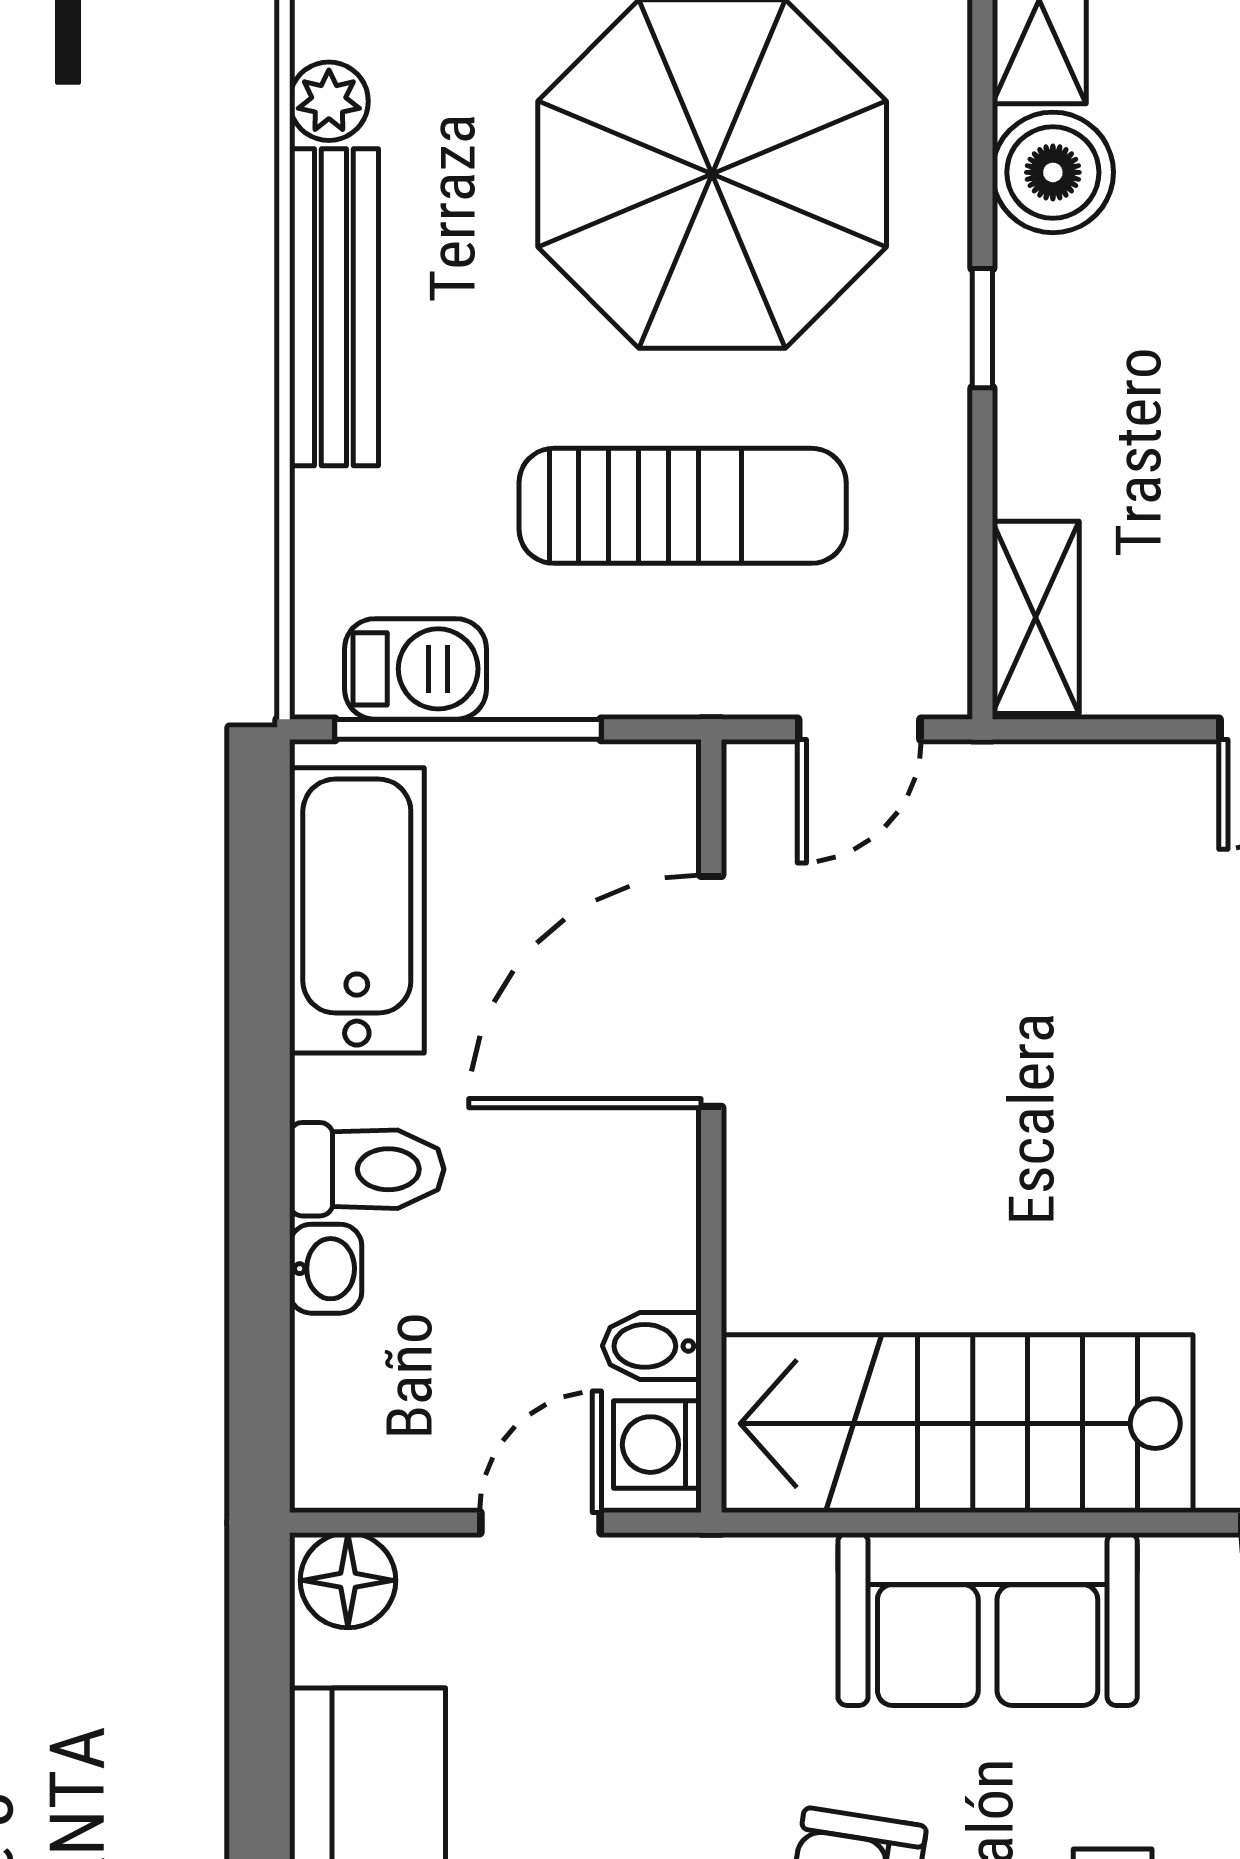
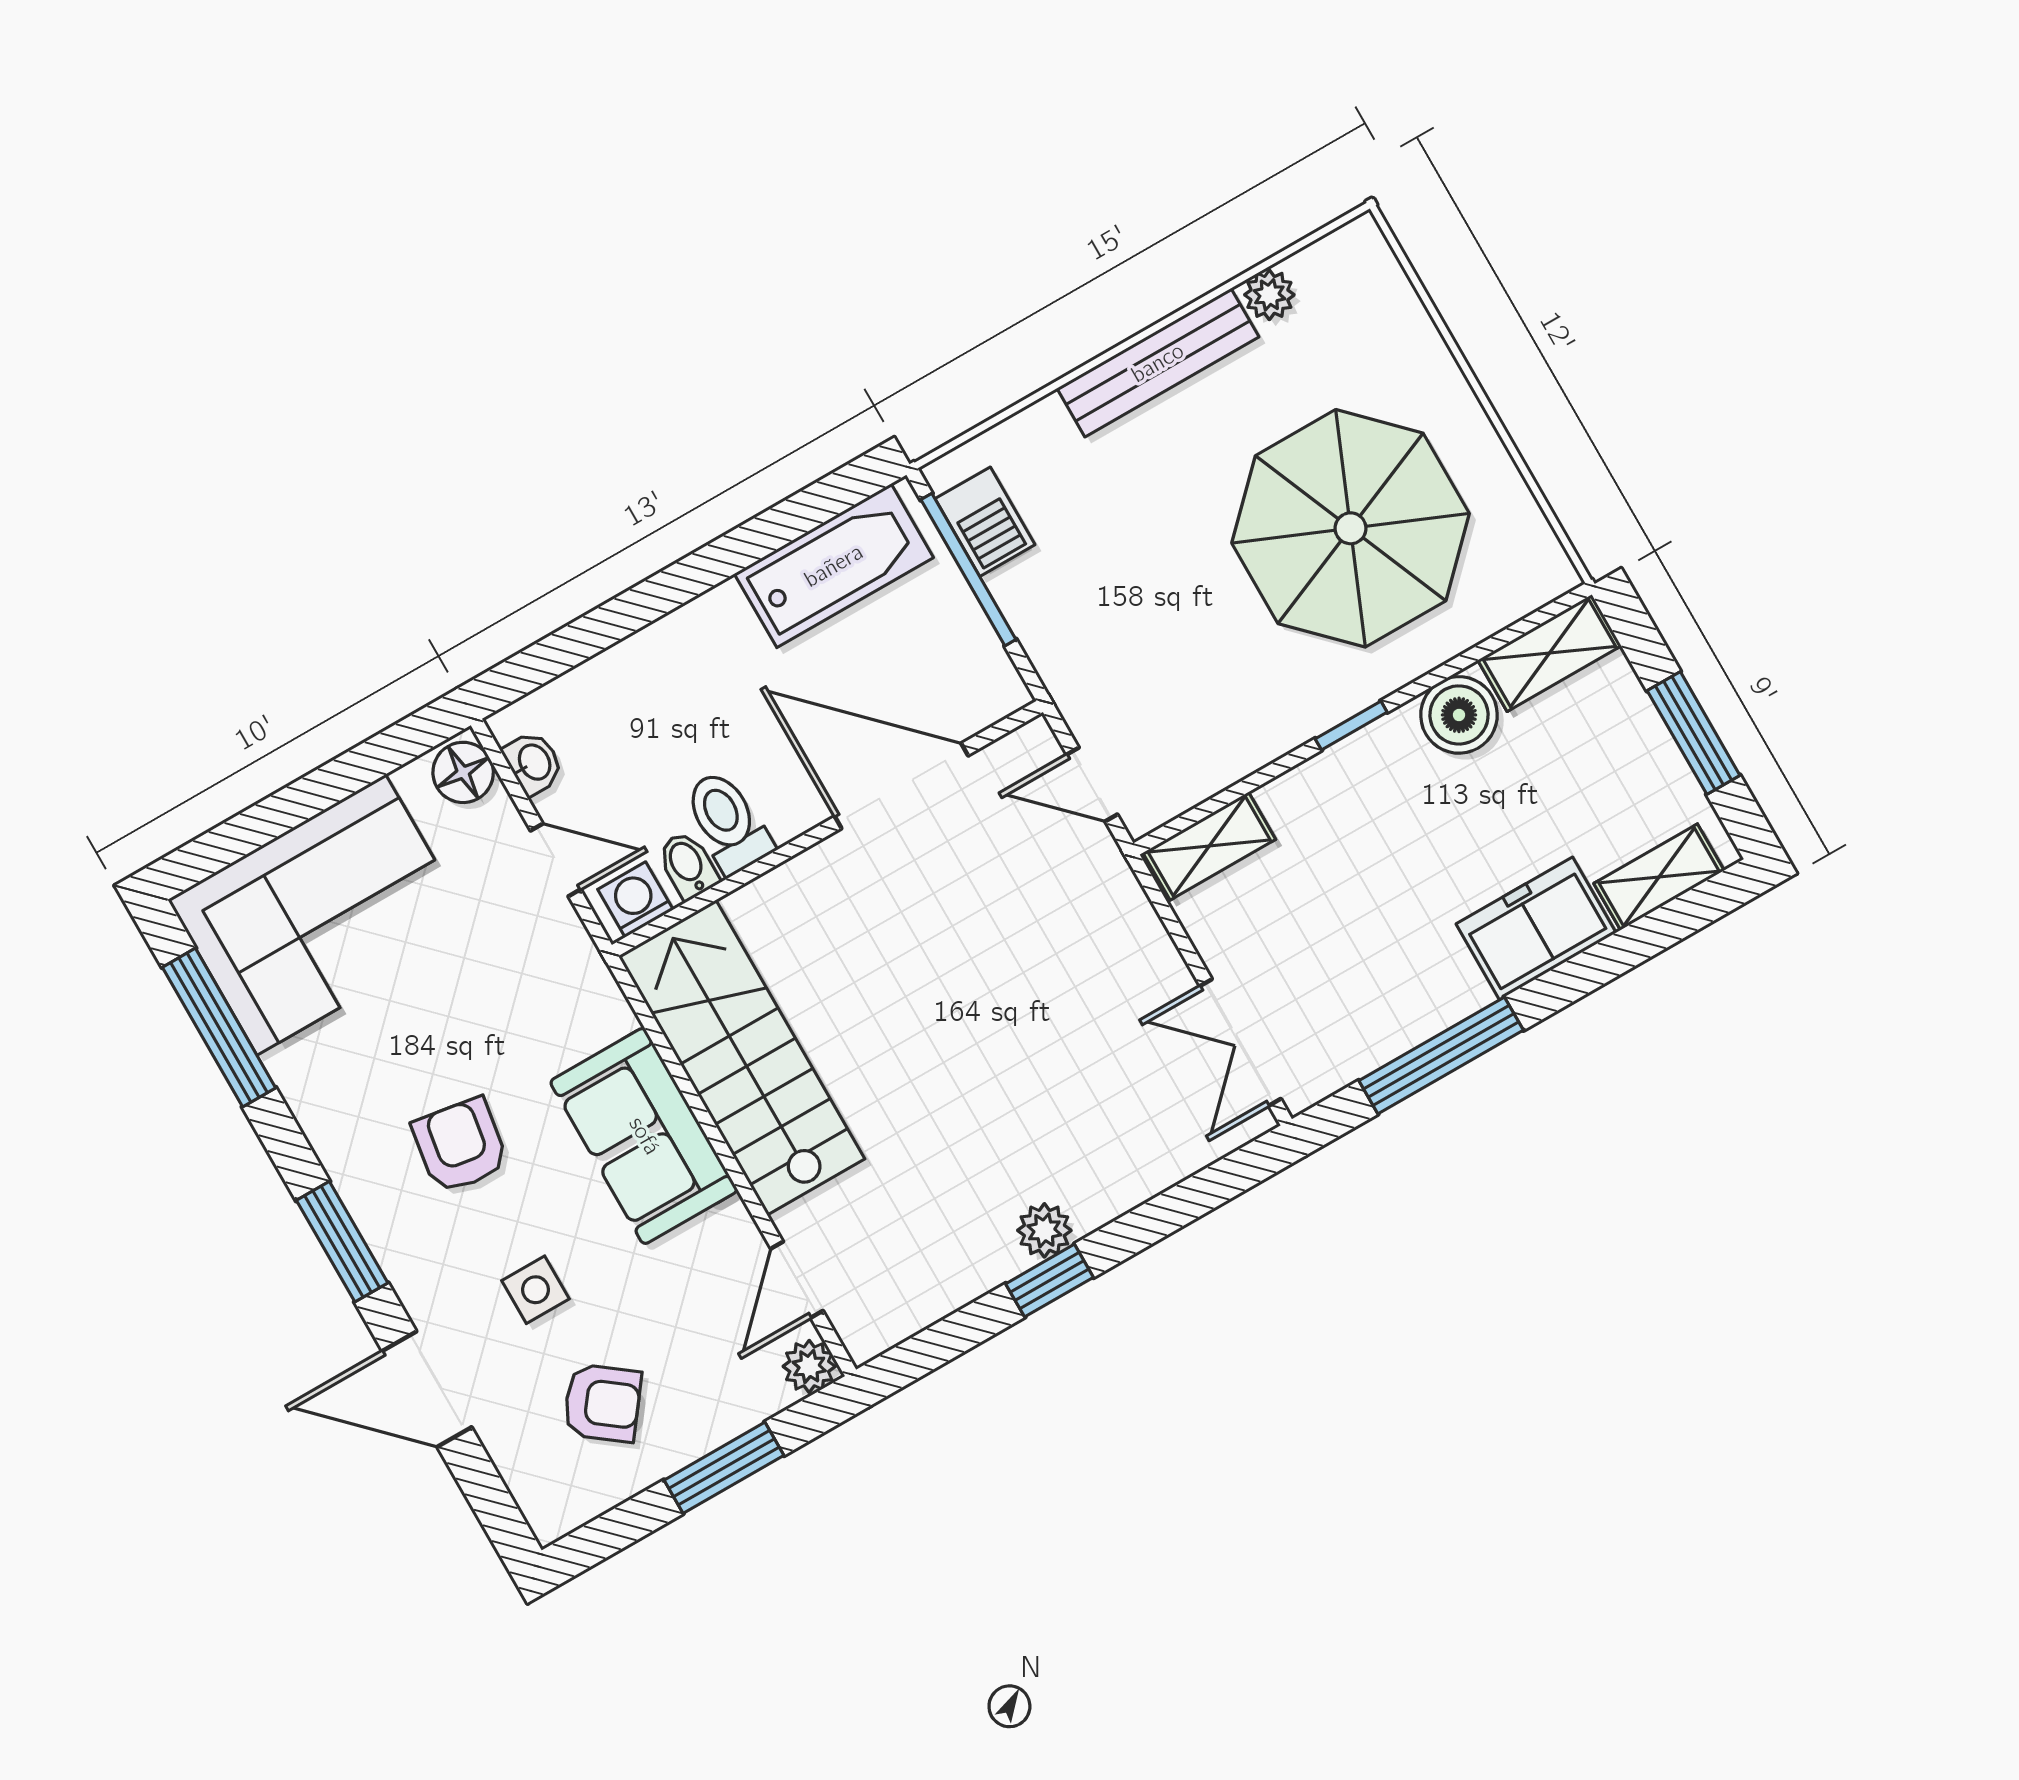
sun lounger: (683, 506) -> (1159, 617), removed
toilet: (367, 1169) -> (728, 822), moved, turned 180
washbasin: (326, 1269) -> (533, 763), moved, turned -90

